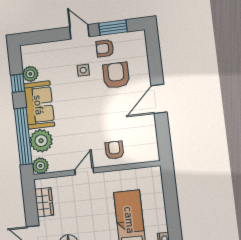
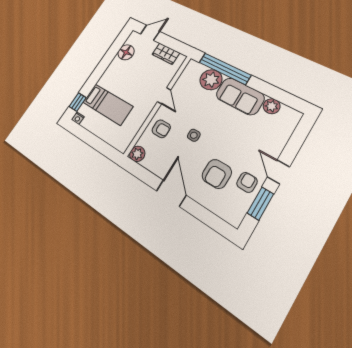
door: (79, 32) -> (278, 172), swing flipped
side table: (83, 70) -> (194, 135), moved
armchair: (116, 75) -> (217, 174), turned 90
window: (18, 83) -> (271, 91), removed
plant: (40, 166) -> (137, 154), moved

